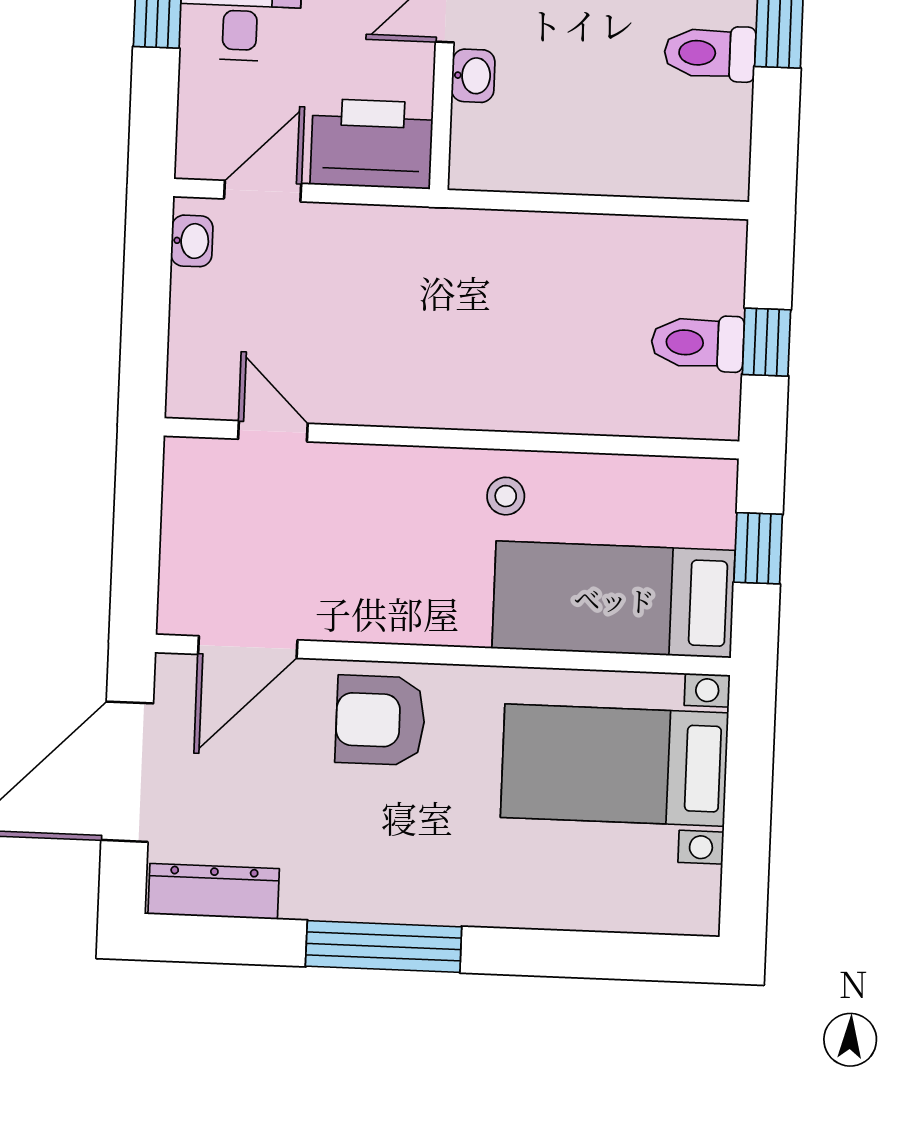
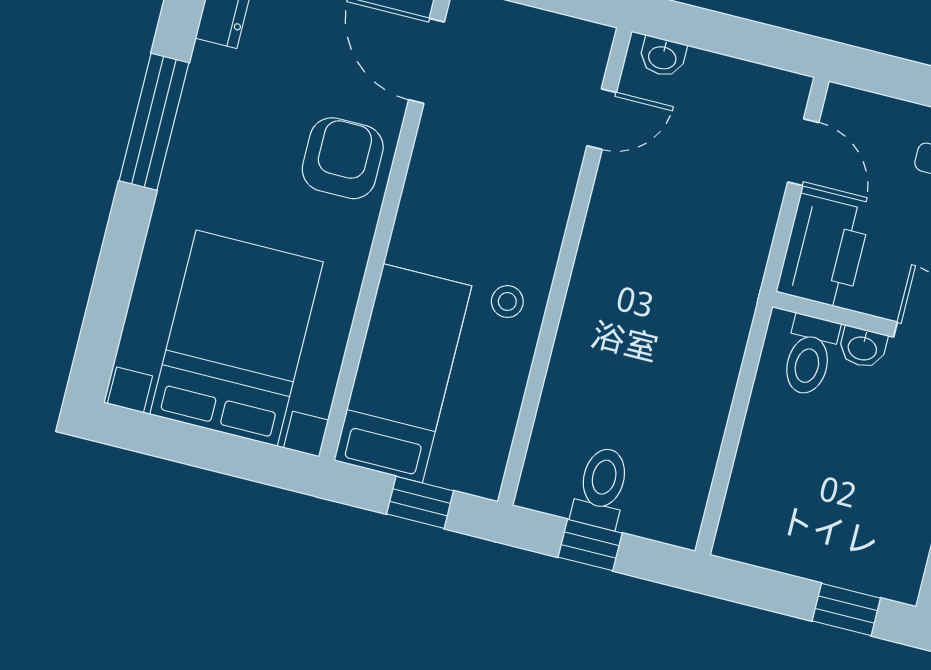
toilet: (710, 53) -> (810, 355), moved, turned 180
washbasin: (192, 241) -> (663, 57), moved
bed with nightstands: (615, 765) -> (237, 338), width x1.36

